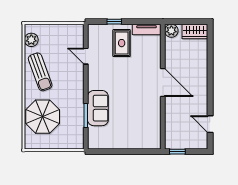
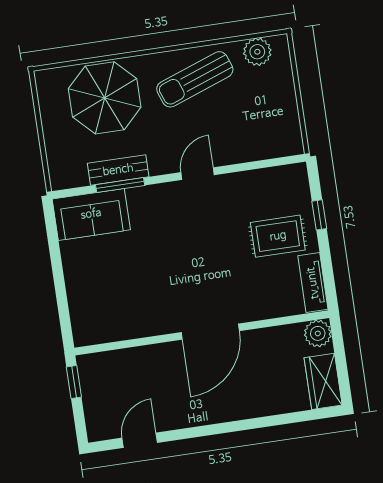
door: (86, 56) -> (198, 174), moved
sofa: (98, 108) -> (91, 214), moved
bench: (78, 115) -> (118, 170), added

